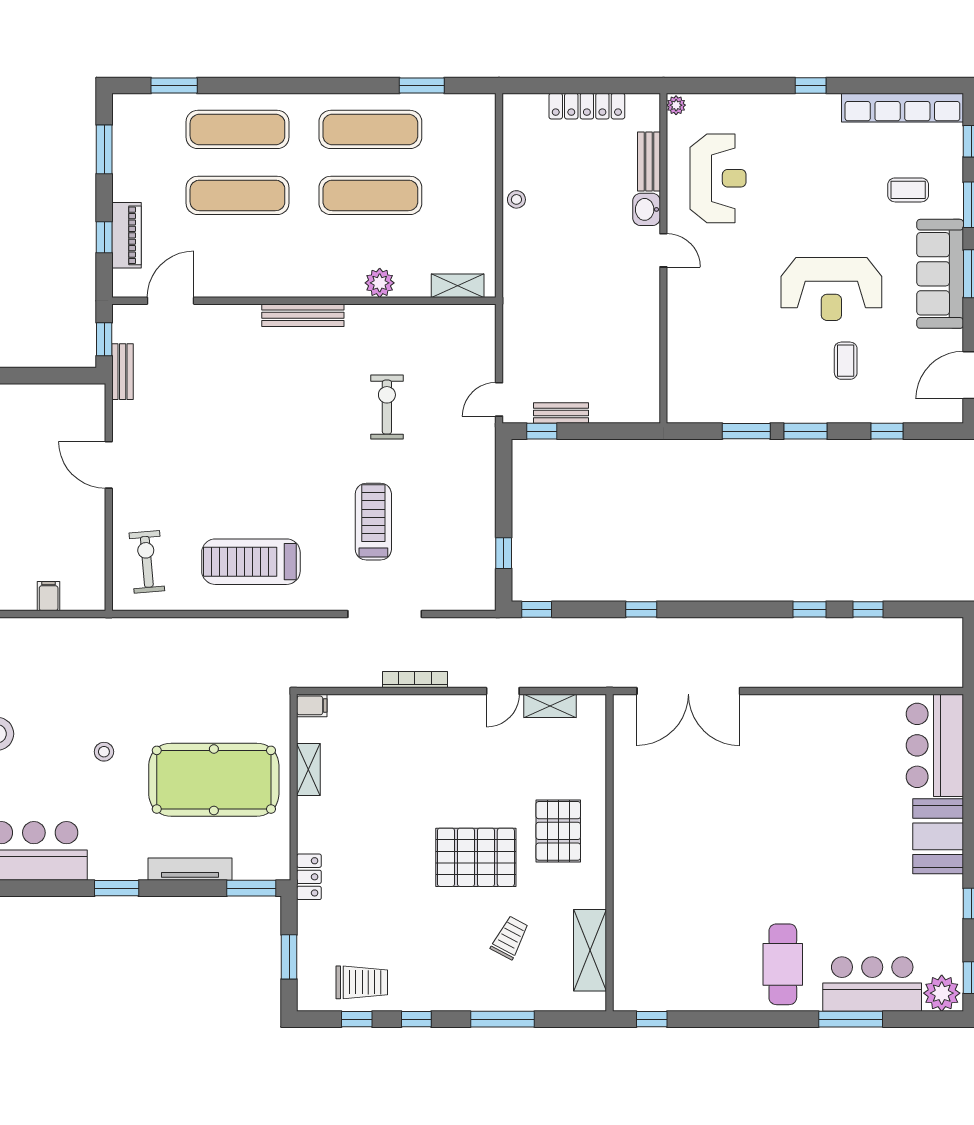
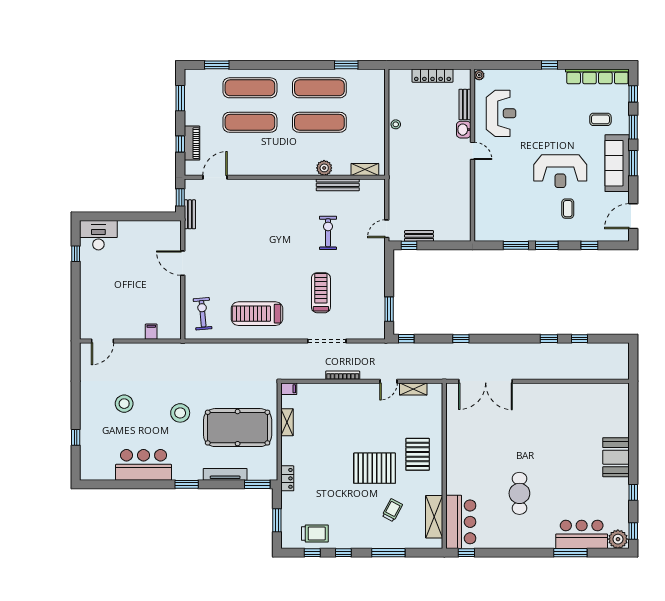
bench: (303, 315) -> (338, 185), moved
window: (504, 553) -> (389, 309), width x1.50
bar counter: (935, 745) -> (461, 522), moved, turned 180
stool: (104, 752) -> (180, 413), width x1.89, depth x1.89
cafe table: (783, 964) -> (519, 493), moved

